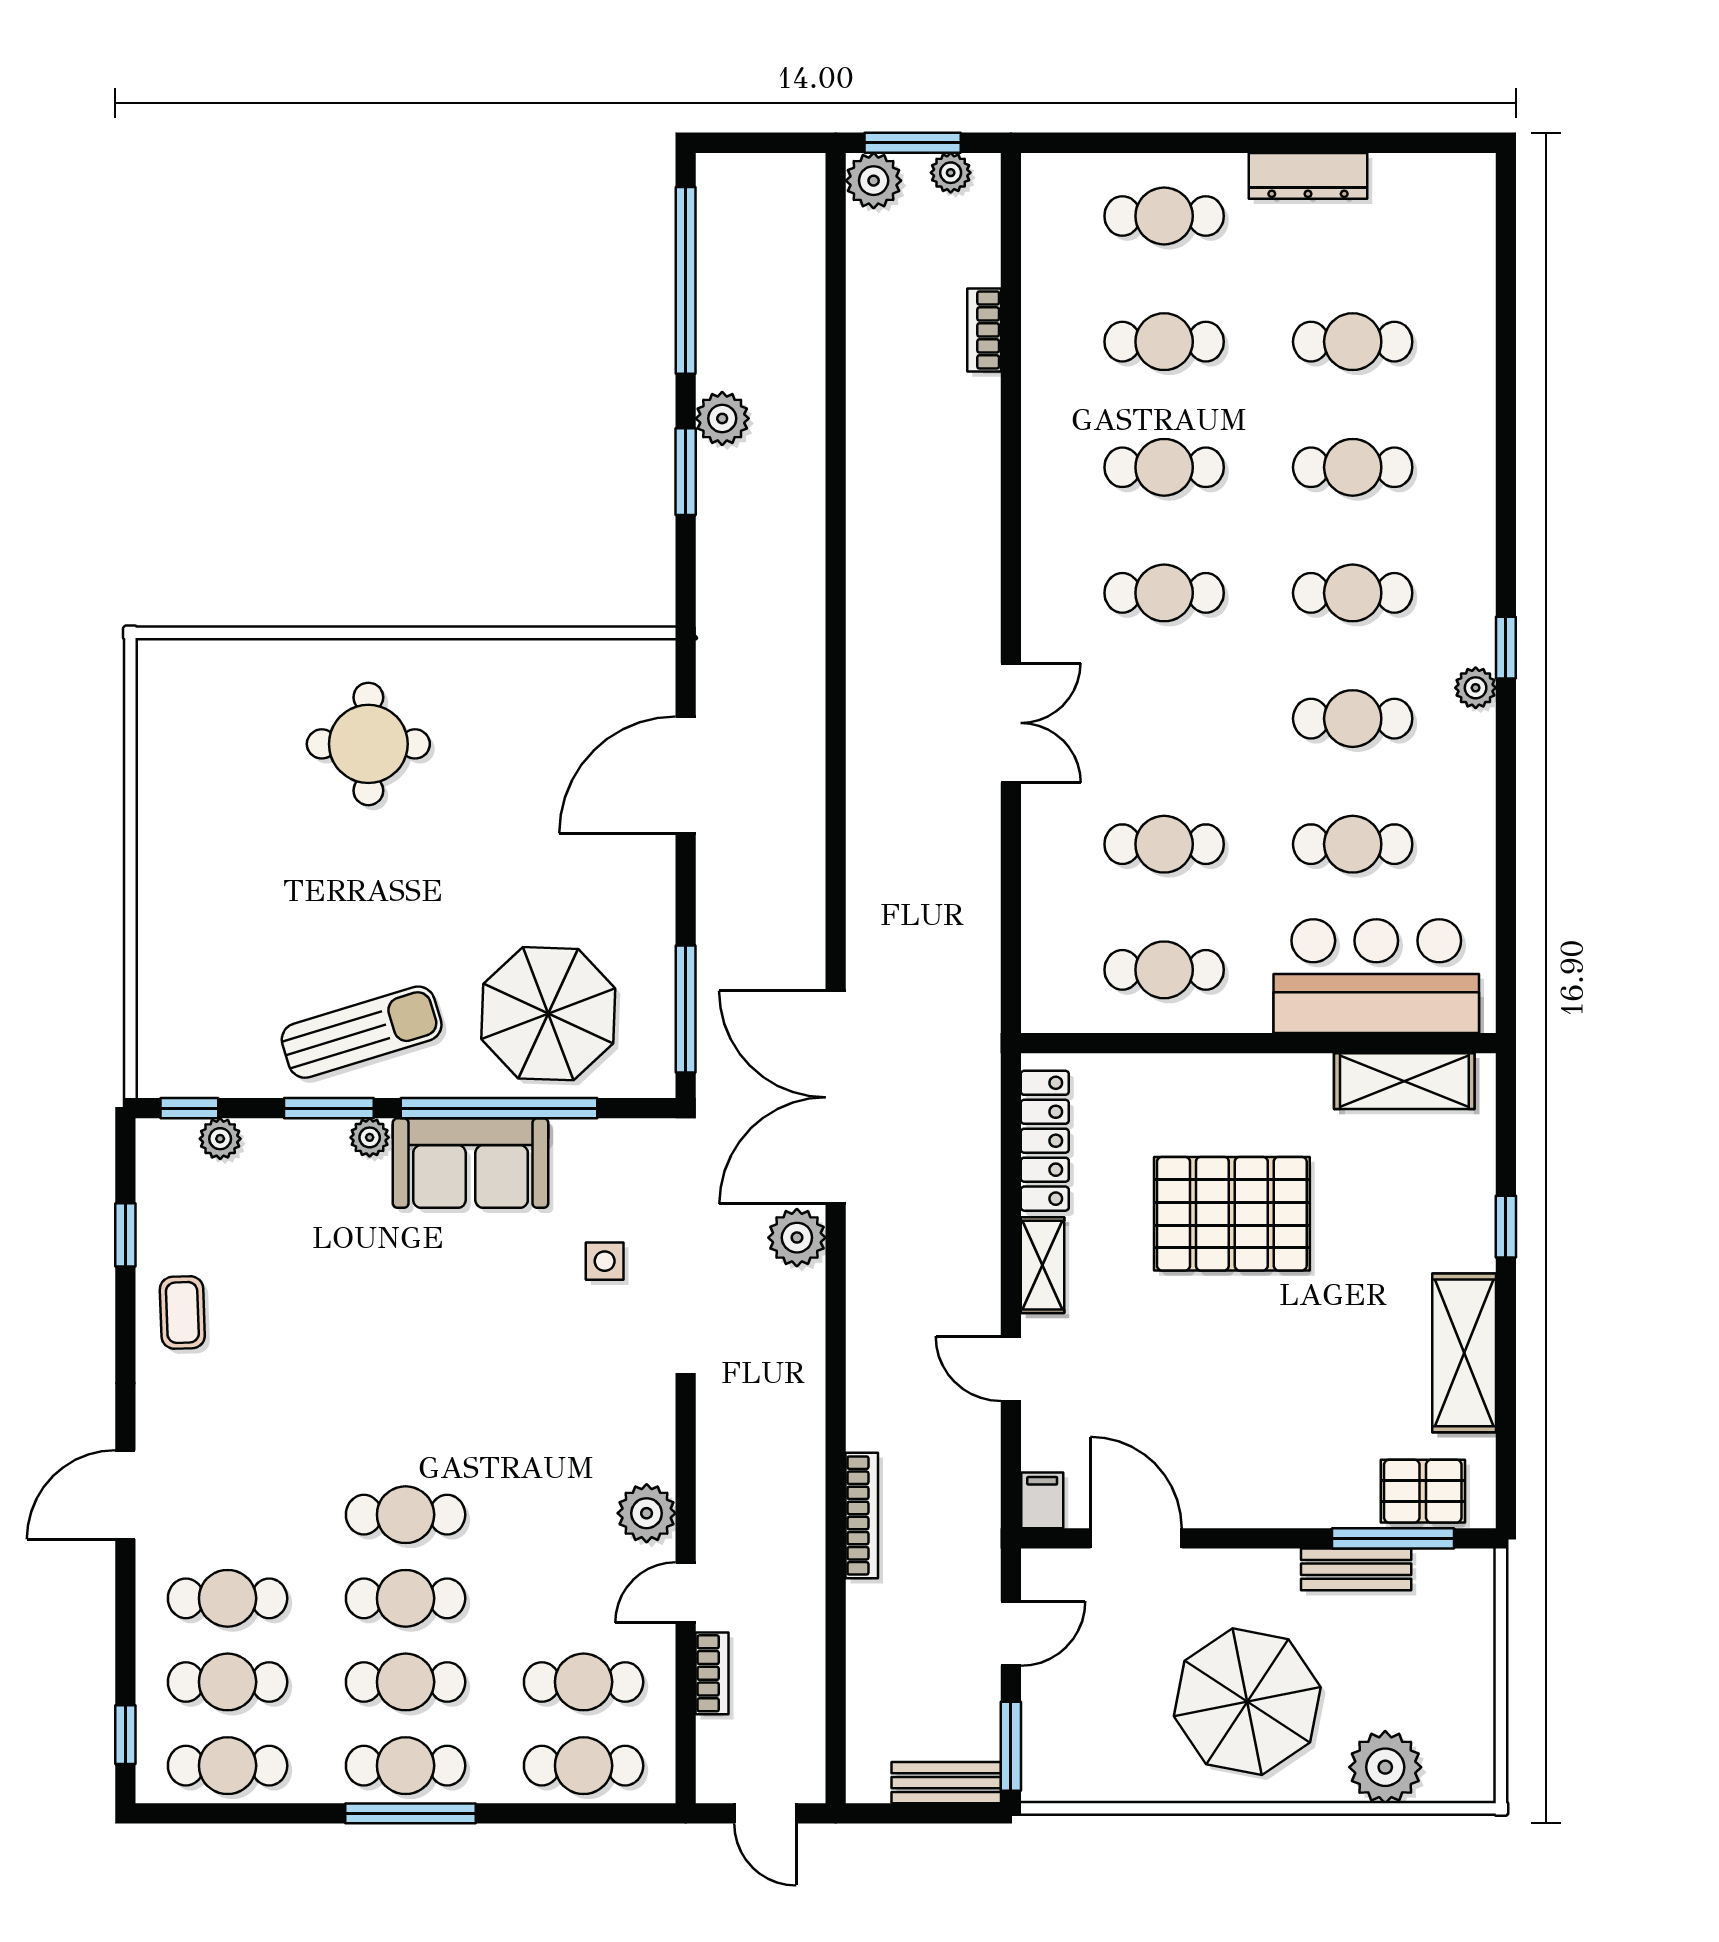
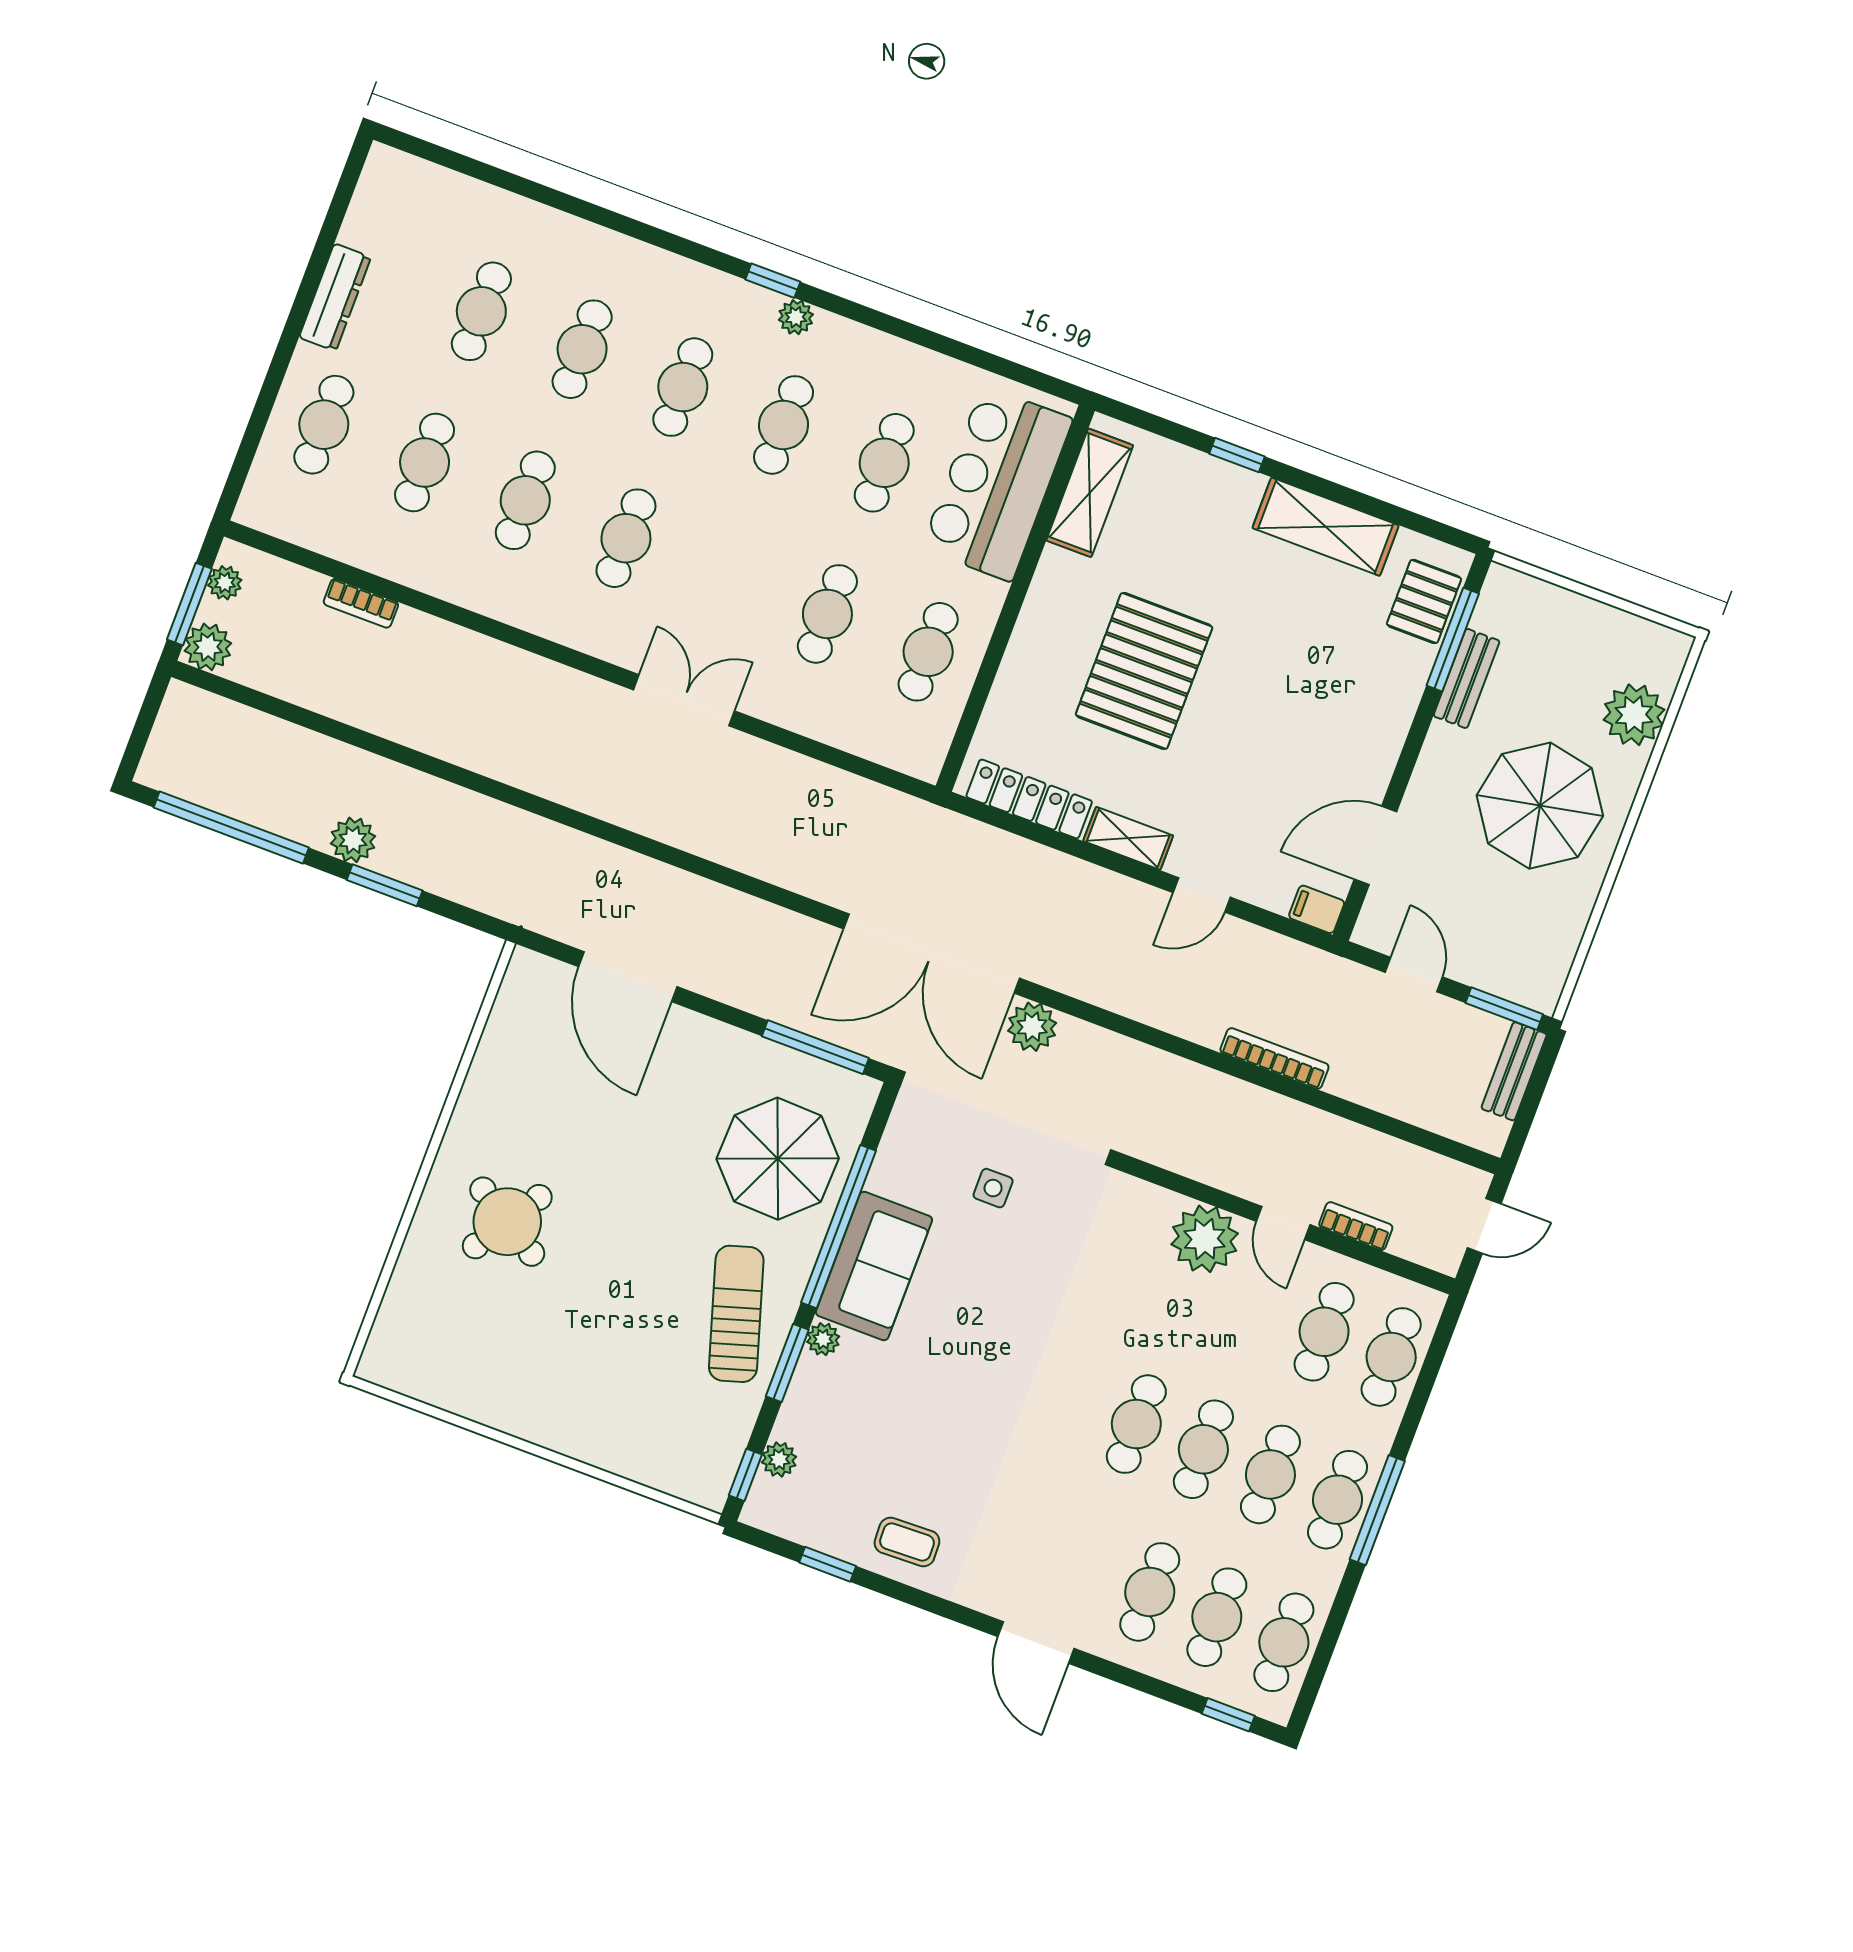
round table: (368, 744) -> (507, 1222), turned 32
plant: (647, 1513) -> (1205, 1239), width x1.36, depth x1.36

